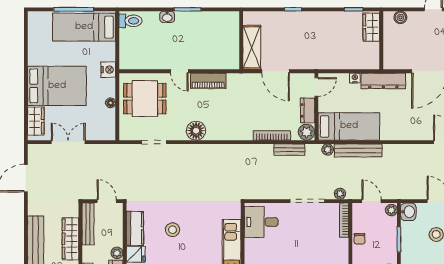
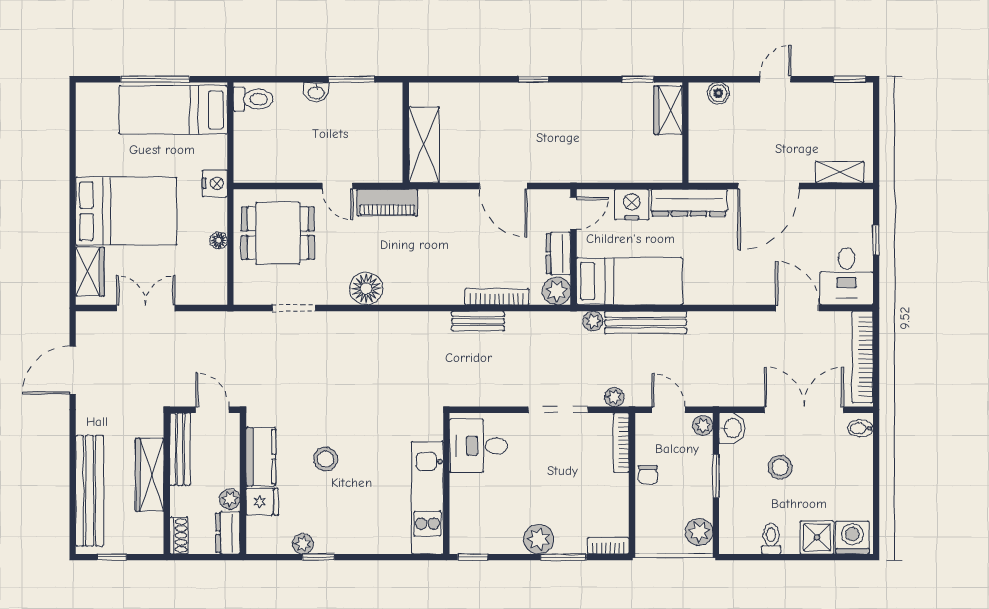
wall: (241, 40) -> (406, 133), moved
shelving: (252, 47) -> (424, 145), moved
nightstand: (355, 78) -> (632, 204), width x1.89, depth x1.79
bench: (289, 150) -> (478, 321), moved

